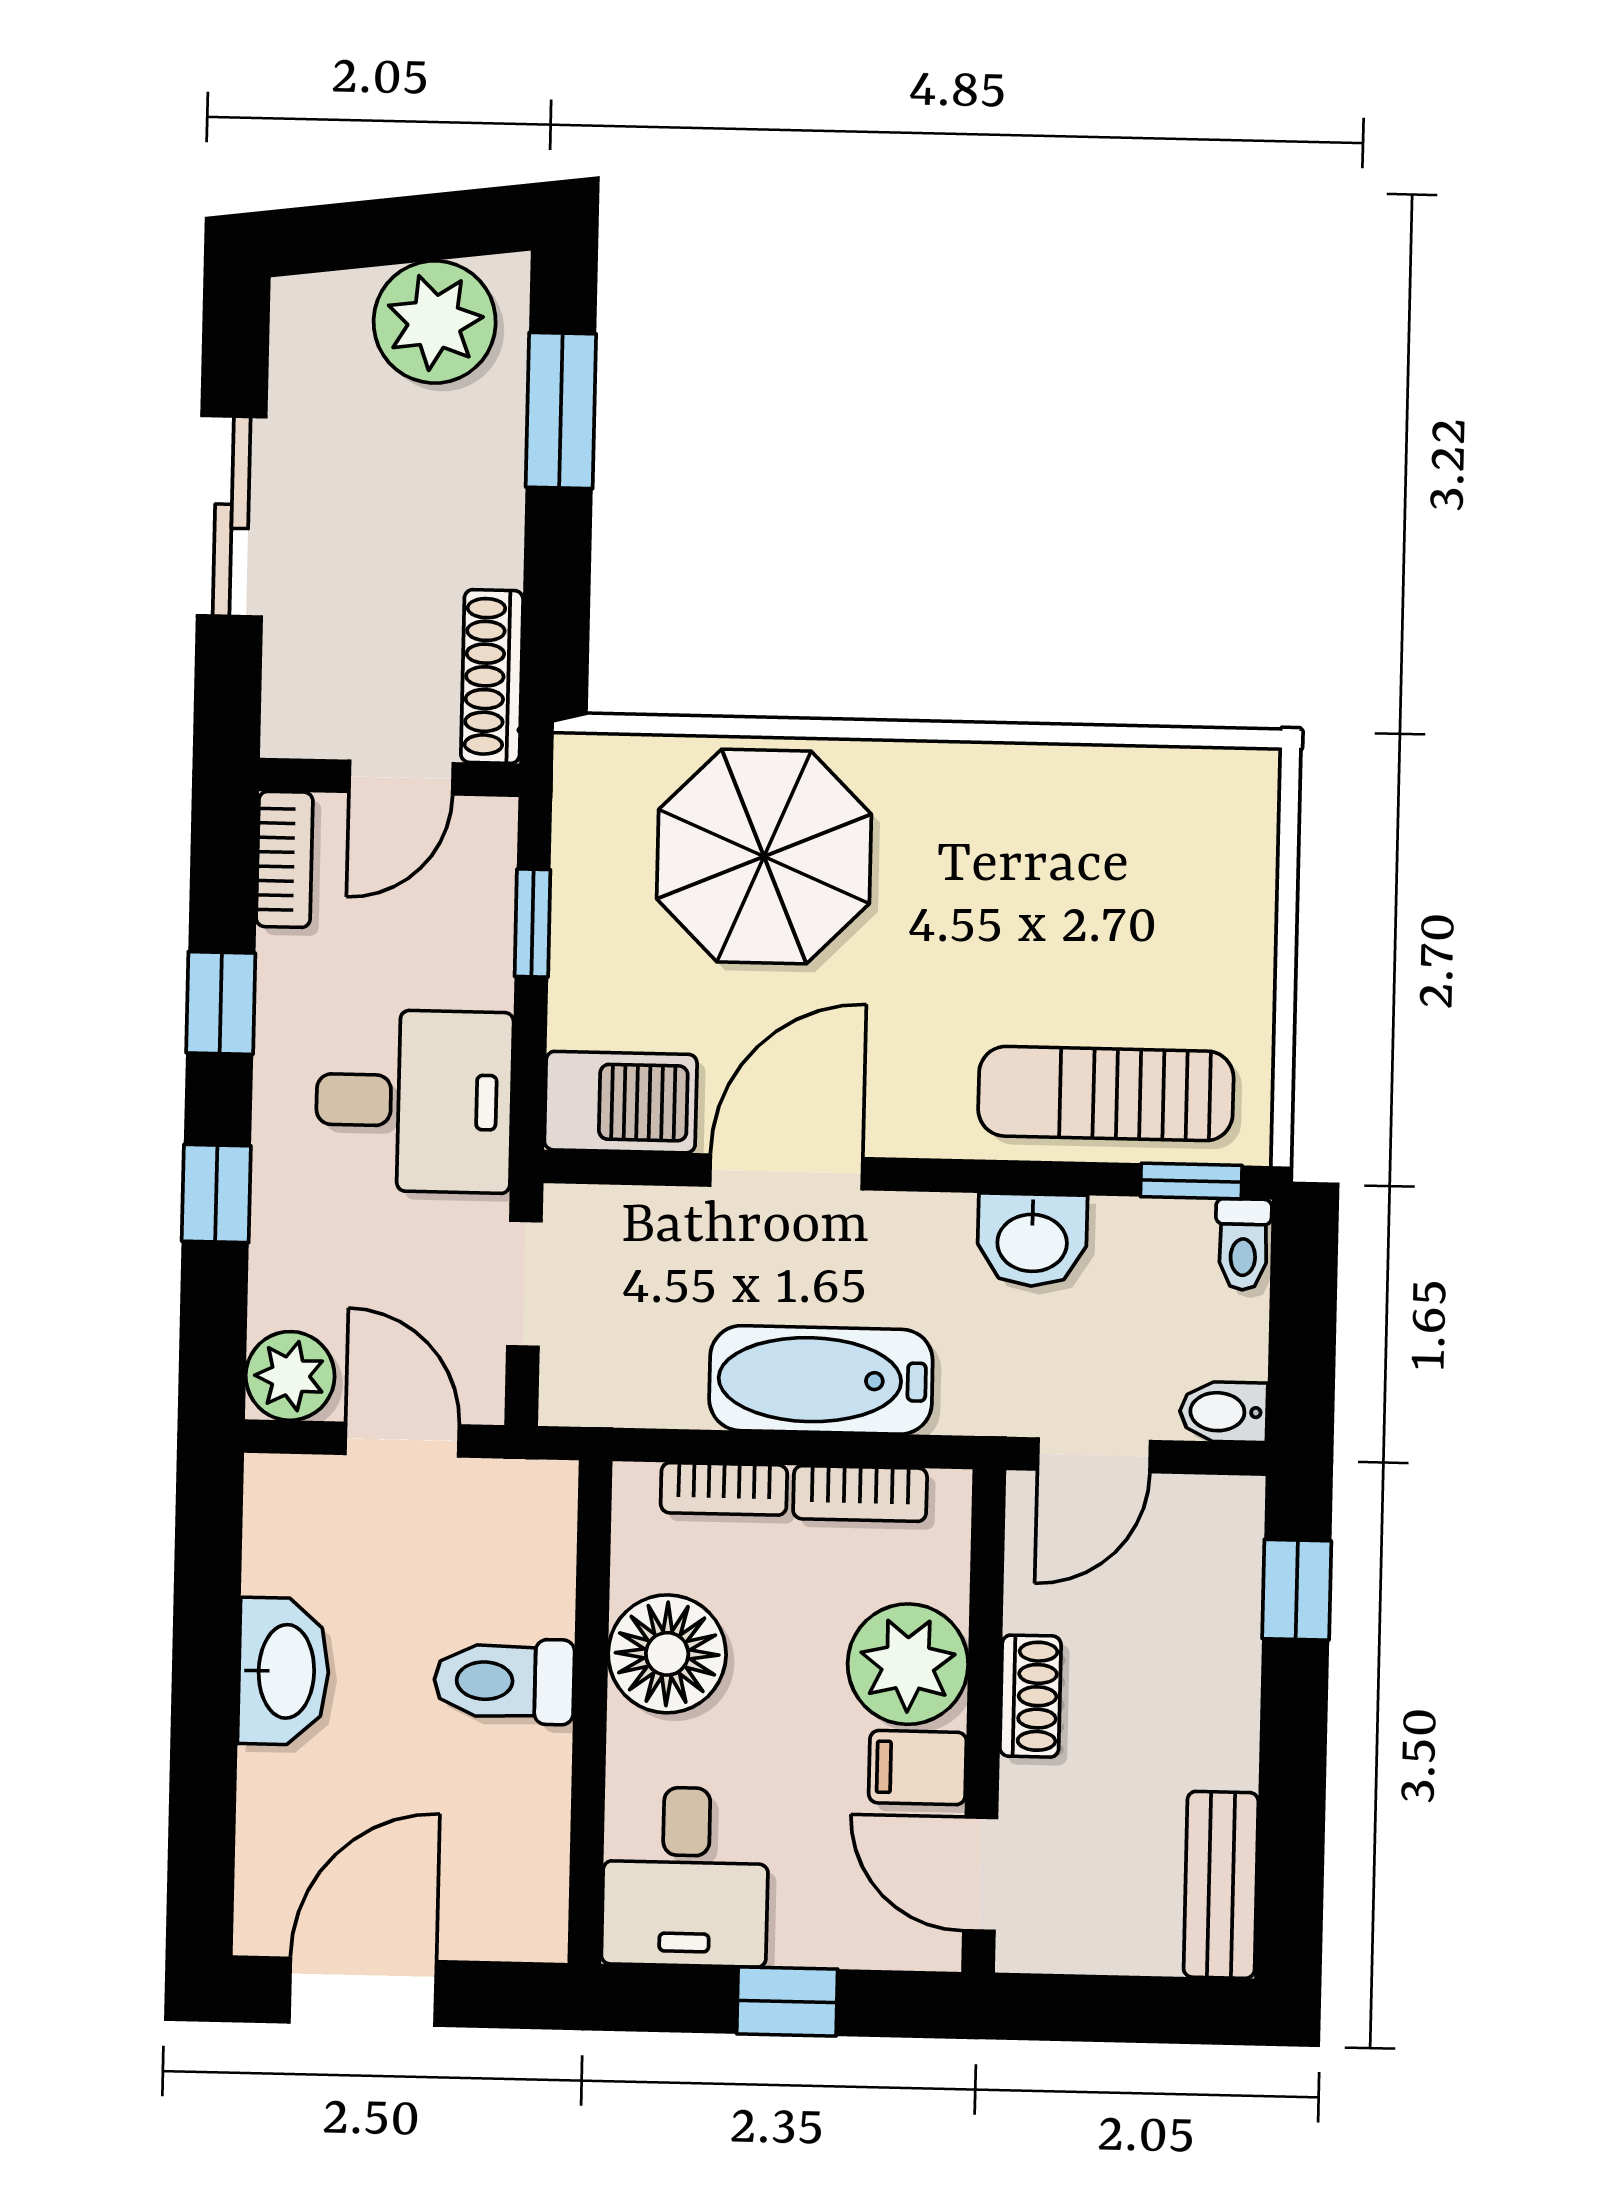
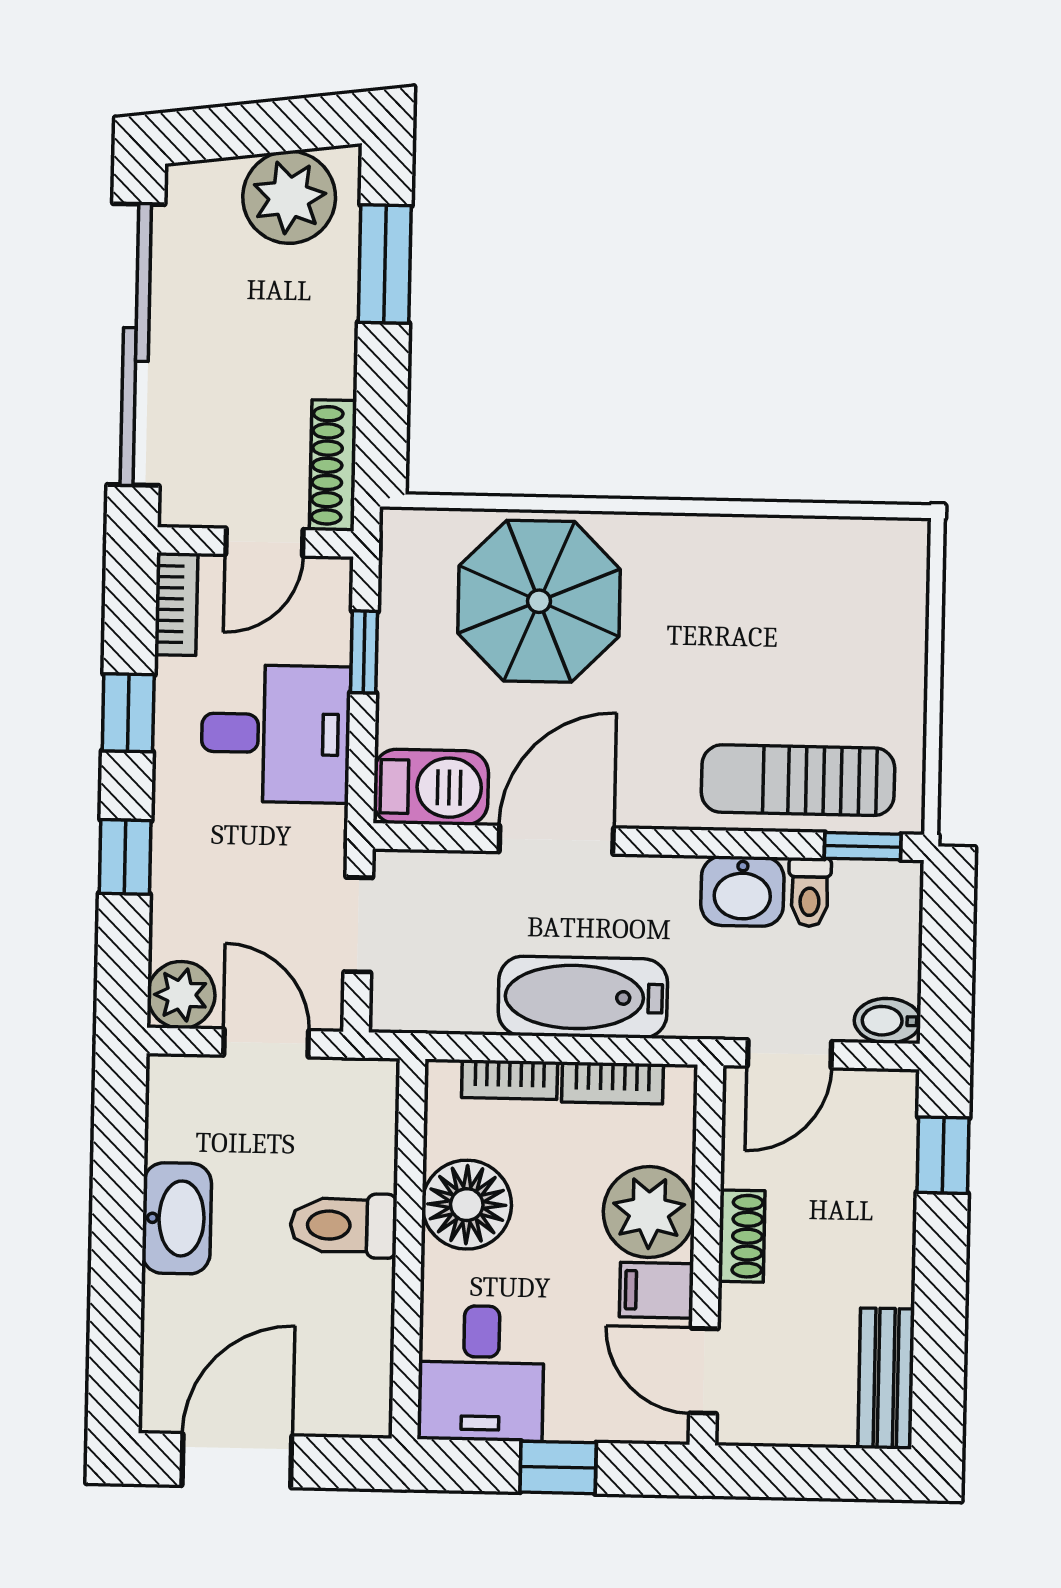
sliding door: (232, 516) -> (136, 345), width x1.86
desk: (414, 1101) -> (276, 734), moved
toilet: (1243, 1244) -> (810, 892), moved

